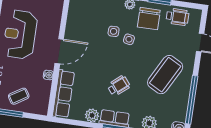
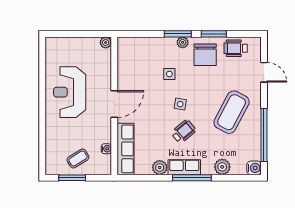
wheelchair: (177, 17) -> (236, 48), turned 180
side table: (129, 39) -> (180, 104), moved
water cooler: (48, 75) -> (106, 149), moved

